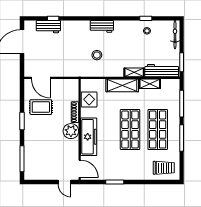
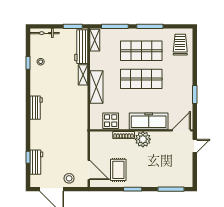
stool: (97, 55) -> (69, 178), moved
door: (41, 78) -> (89, 170), hinge flipped
shelving: (150, 84) -> (95, 40), moved

